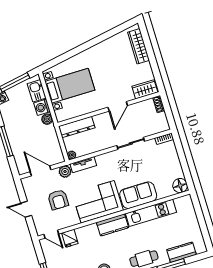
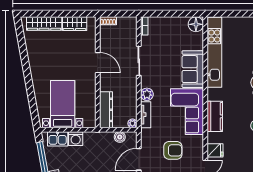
wardrobe: (145, 89) -> (75, 24), moved, turned -90
boiler: (47, 119) -> (120, 137), moved
plant: (65, 172) -> (147, 94), moved
kitchen unit: (151, 213) -> (214, 52), width x1.36
kitchen counter: (113, 225) -> (215, 116), moved

